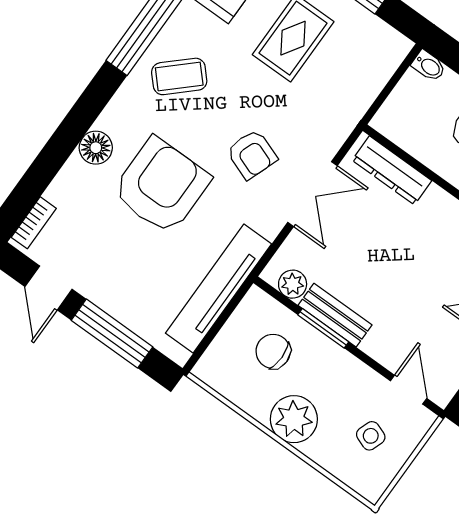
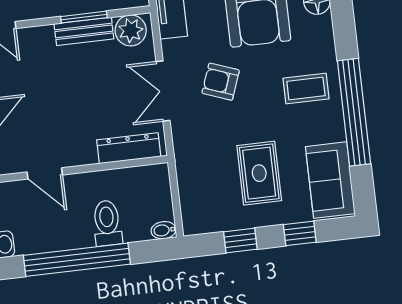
coffee table: (179, 76) -> (306, 89), turned 43
plant: (293, 284) -> (131, 30), width x1.38, depth x1.38

